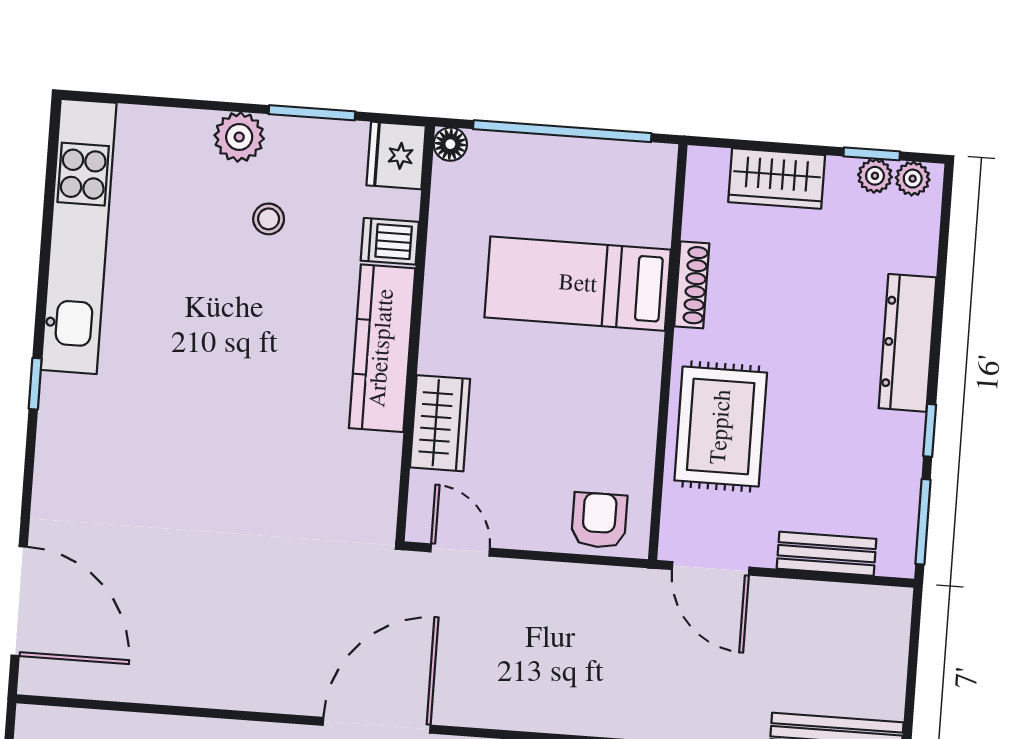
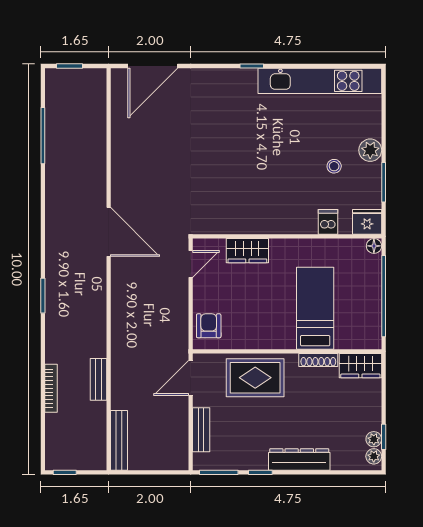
wardrobe: (777, 179) -> (360, 366), moved, turned -90
kitchen counter: (382, 348) -> (279, 222), removed
armchair: (599, 520) -> (209, 326), turned -90

